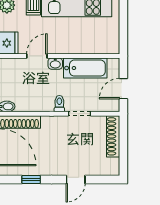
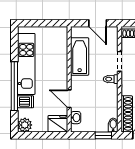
washbasin: (55, 64) -> (76, 118), moved

